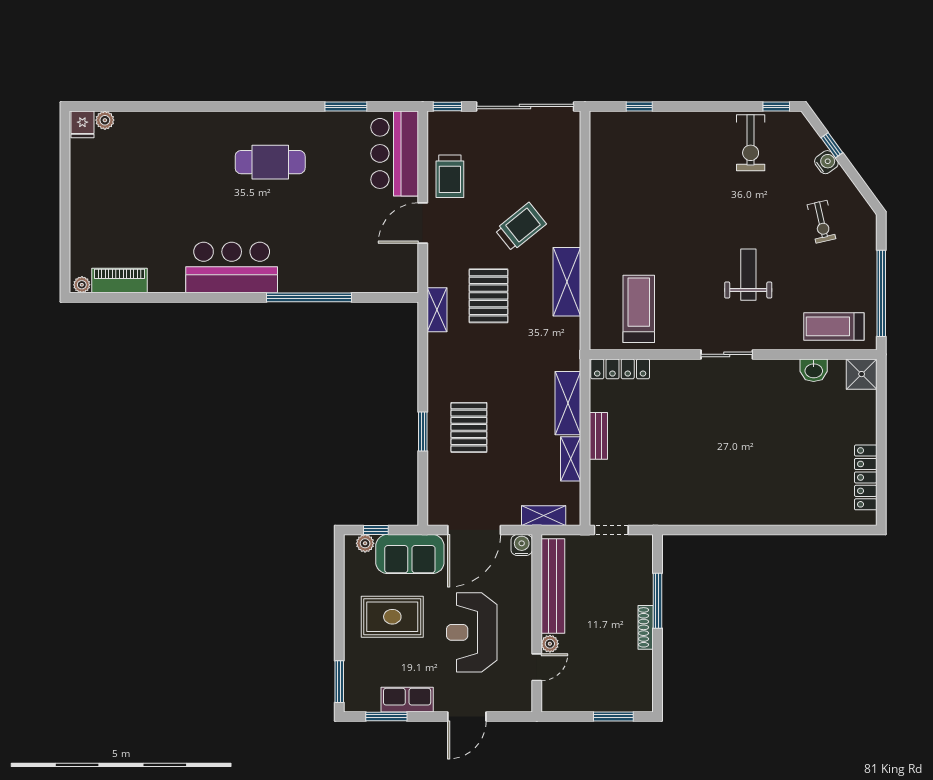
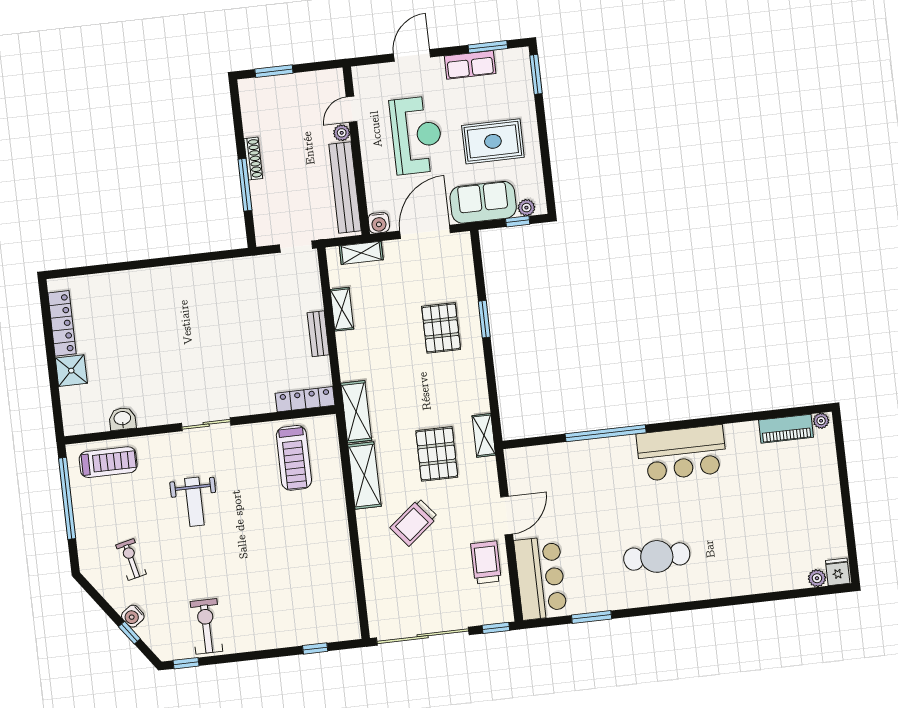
shower: (862, 374) -> (71, 371), moved
shelving: (568, 403) -> (356, 412), moved

